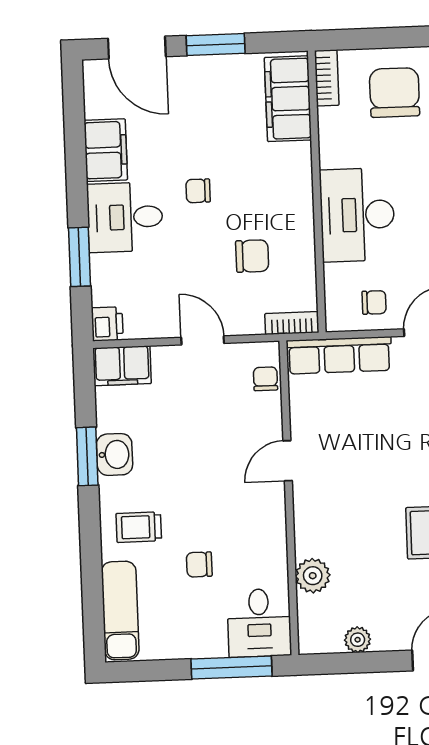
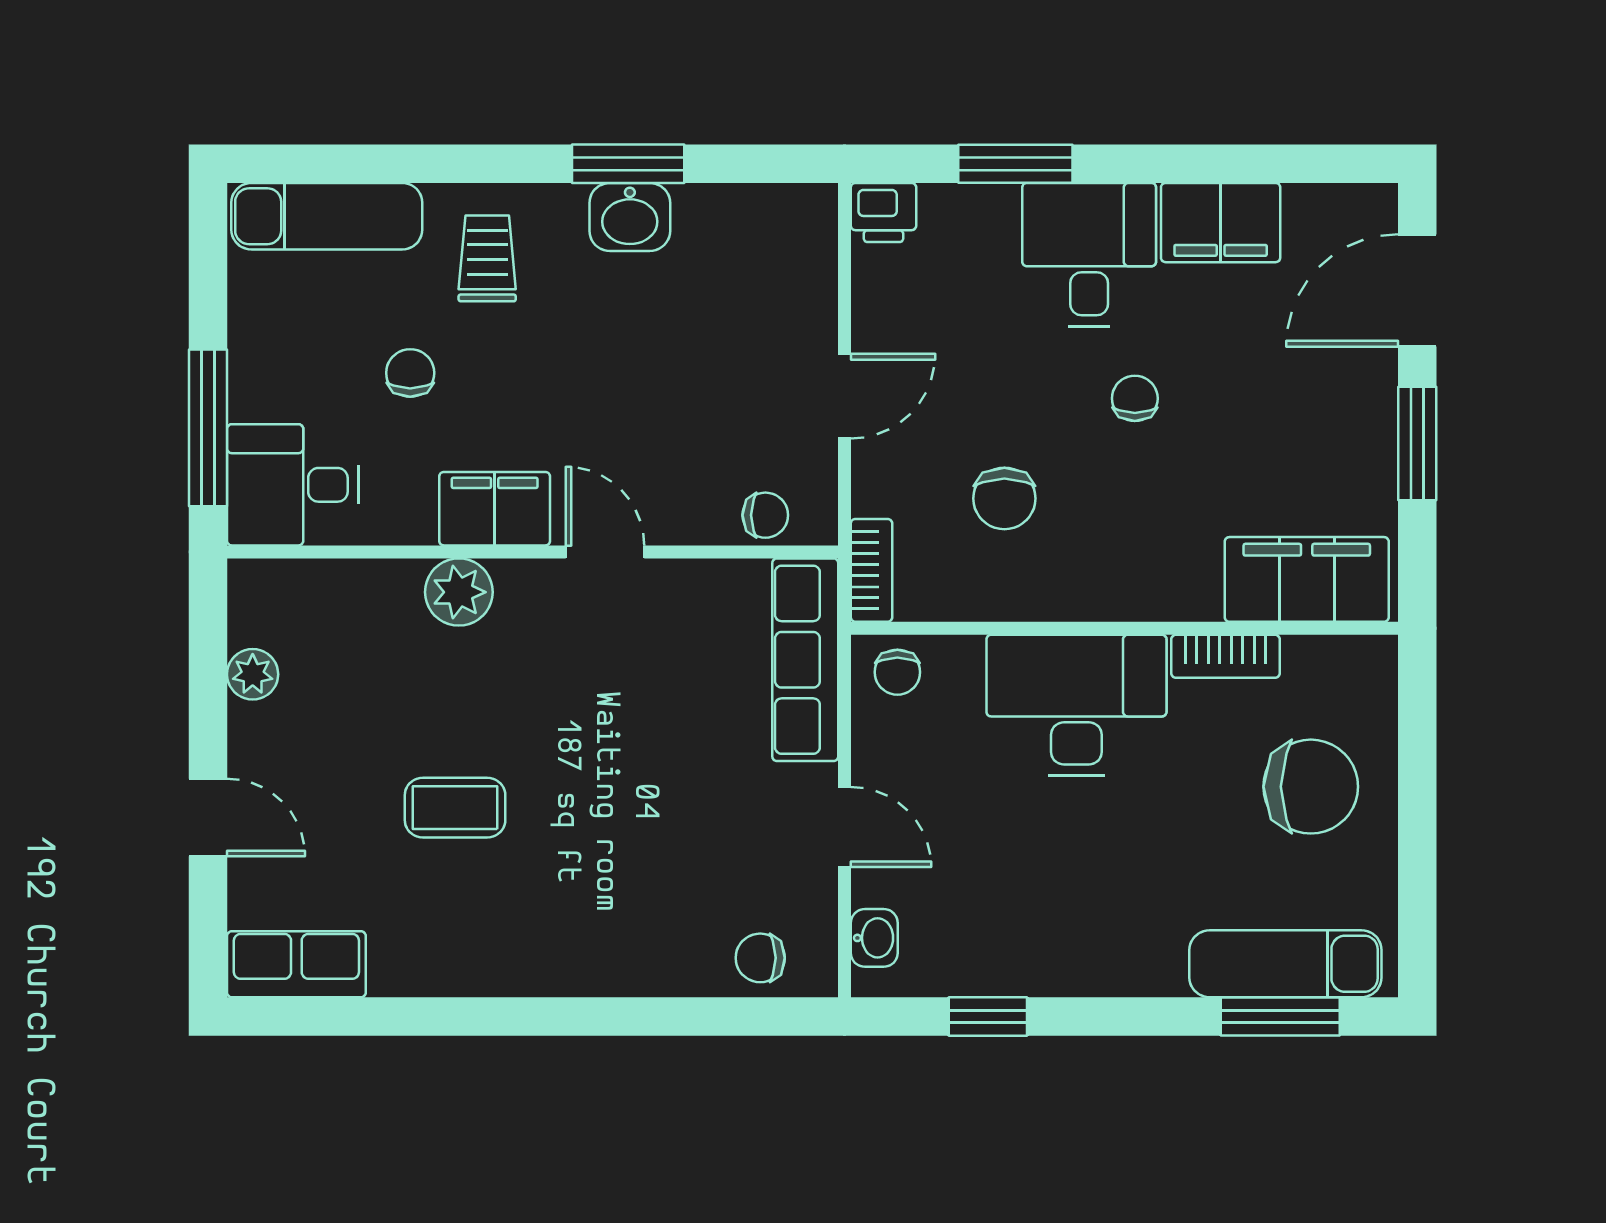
bookcase: (327, 78) -> (1226, 656), moved
chair: (374, 302) -> (897, 672), moved
filing cabinet: (122, 366) -> (495, 509), moved, turned 90
plant: (313, 576) -> (459, 592), moved

